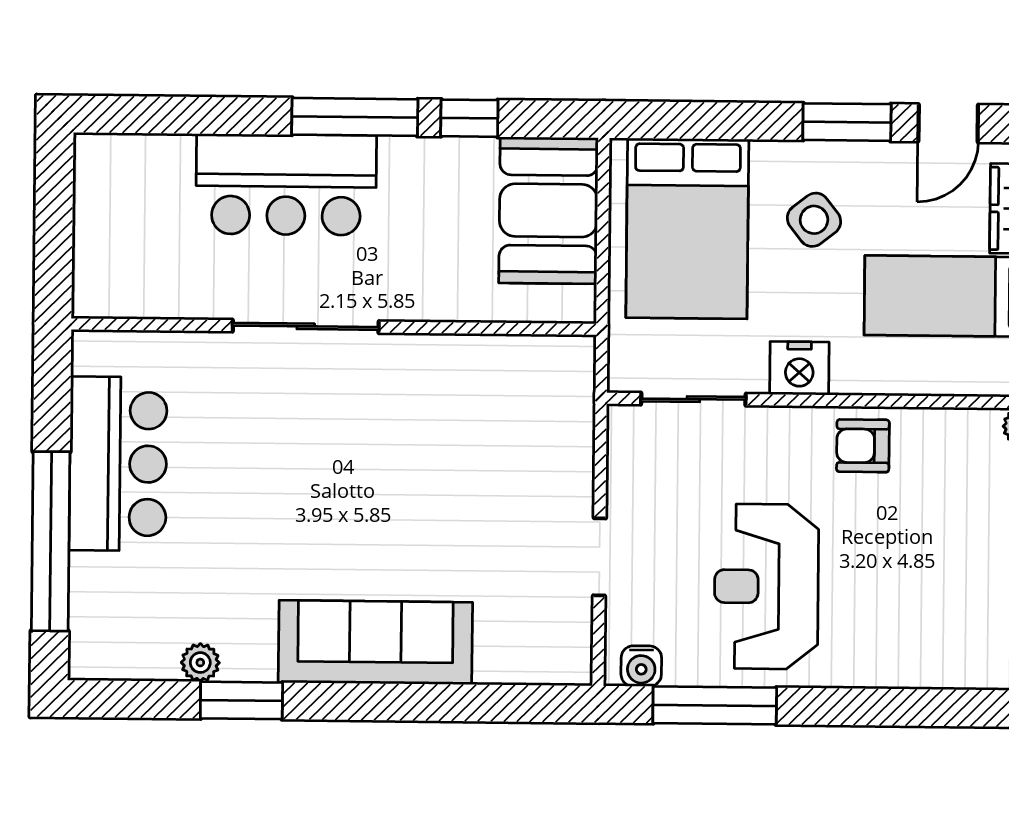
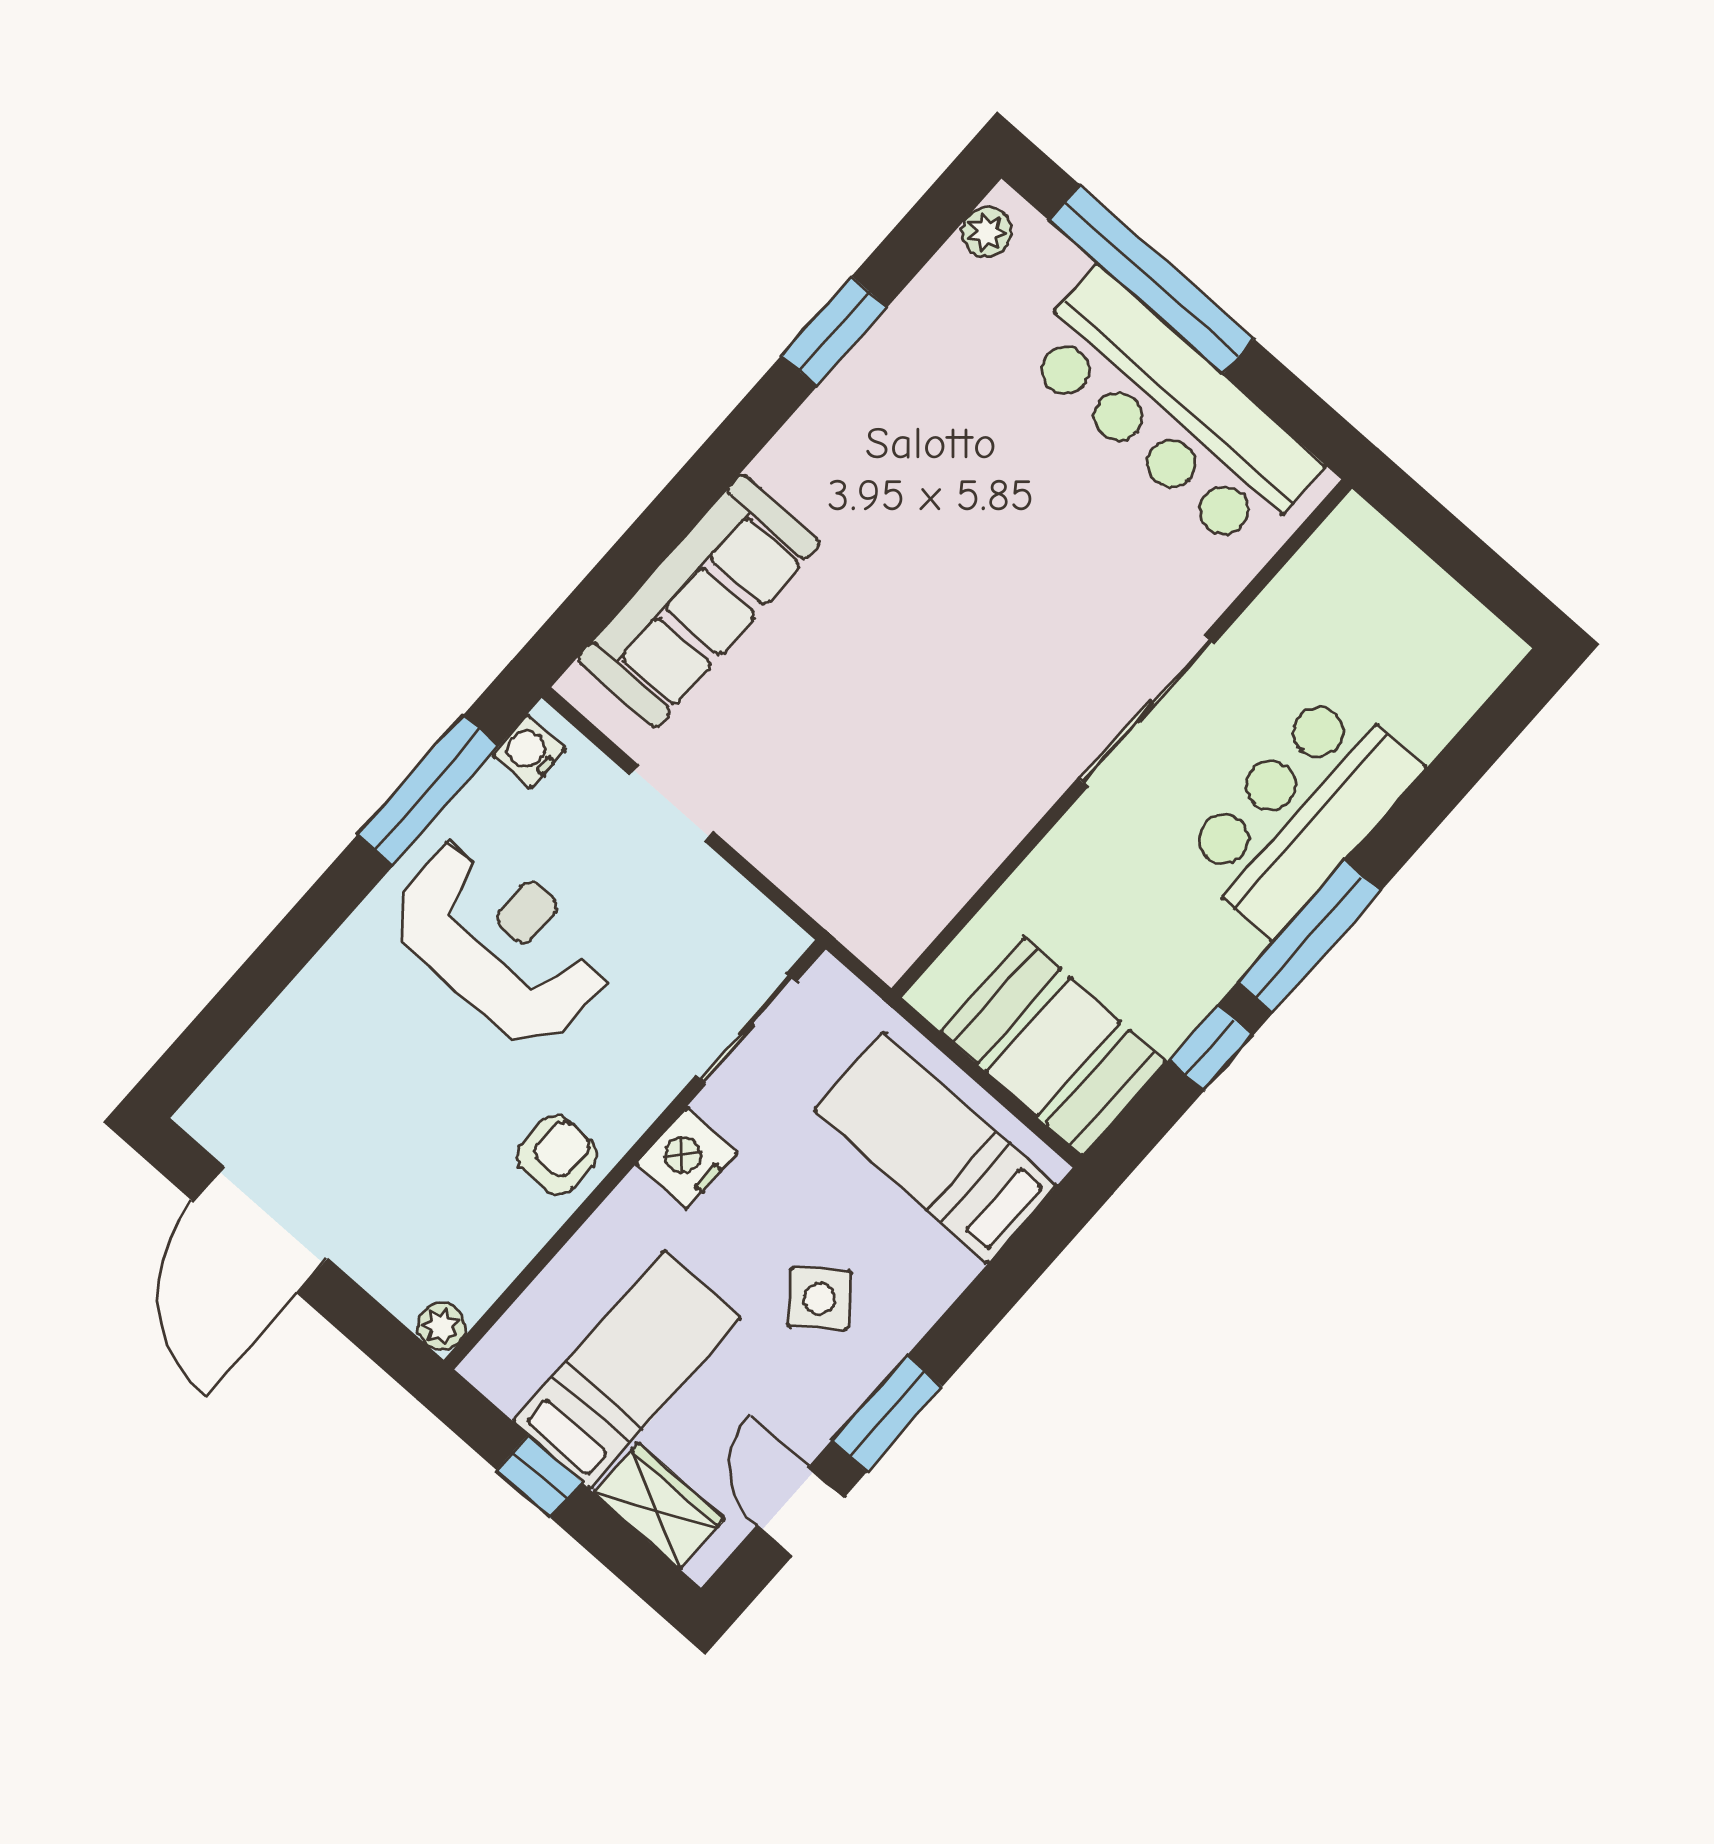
bed: (687, 228) -> (935, 1148), width x0.67
bar counter: (118, 464) -> (1170, 411), width x1.36
sofa: (375, 642) -> (699, 601), moved
plant: (200, 663) -> (987, 232), moved

